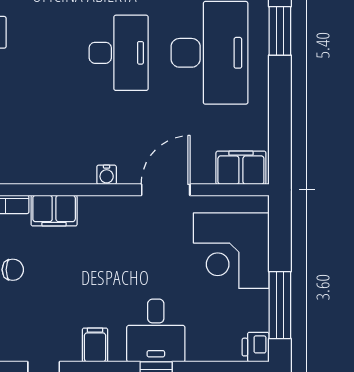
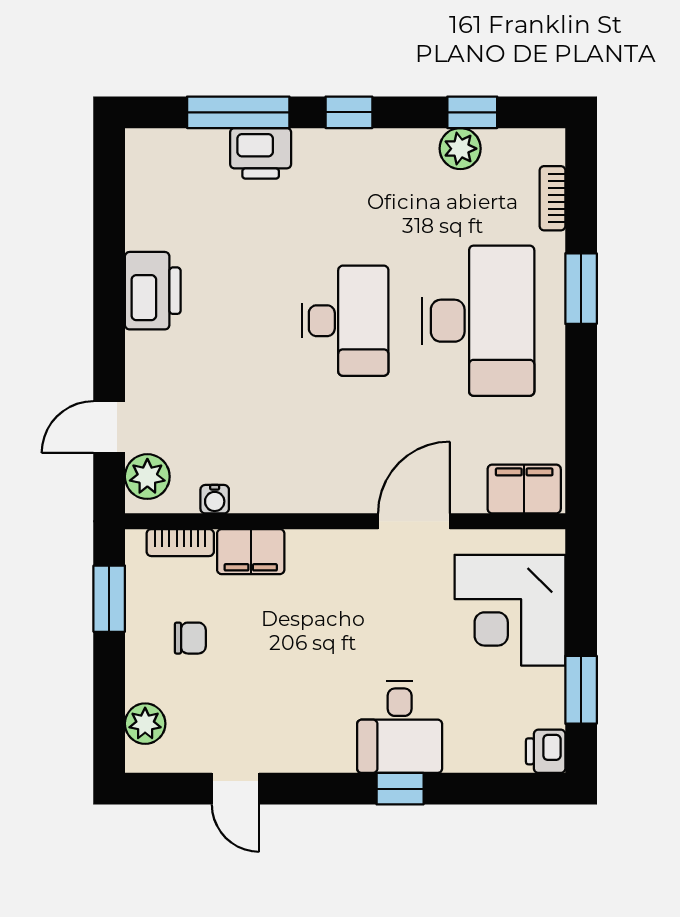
water cooler: (107, 175) -> (215, 499), moved
window: (280, 305) -> (581, 690), width x0.69
filing cabinet: (95, 345) -> (311, 748), removed

